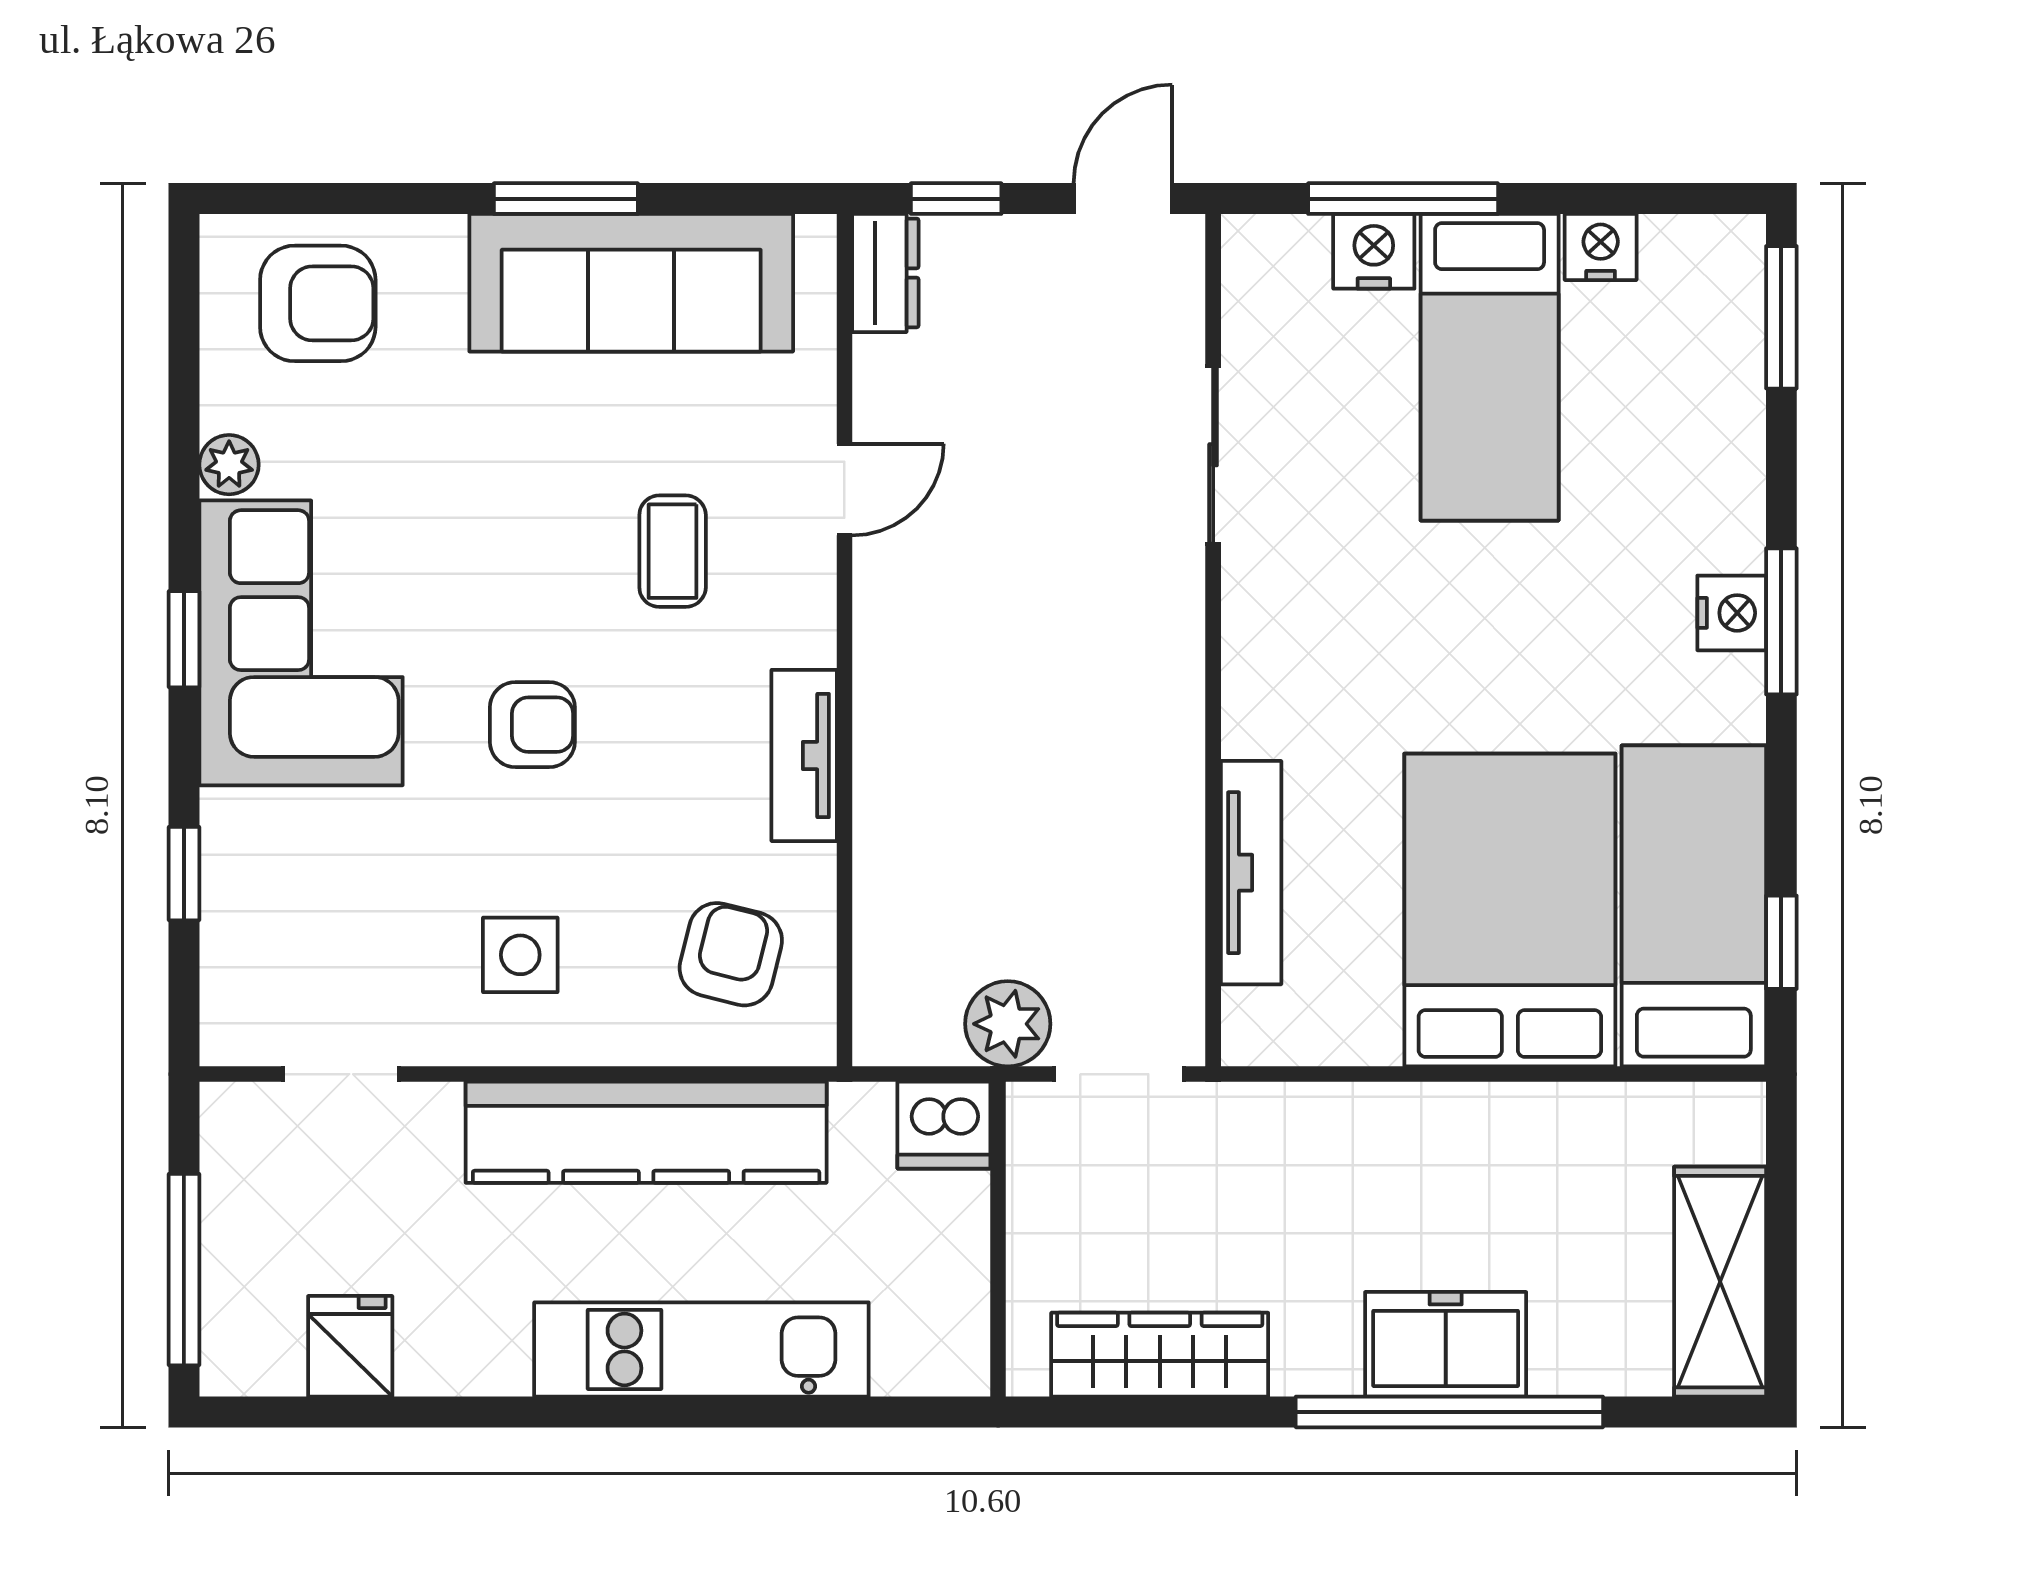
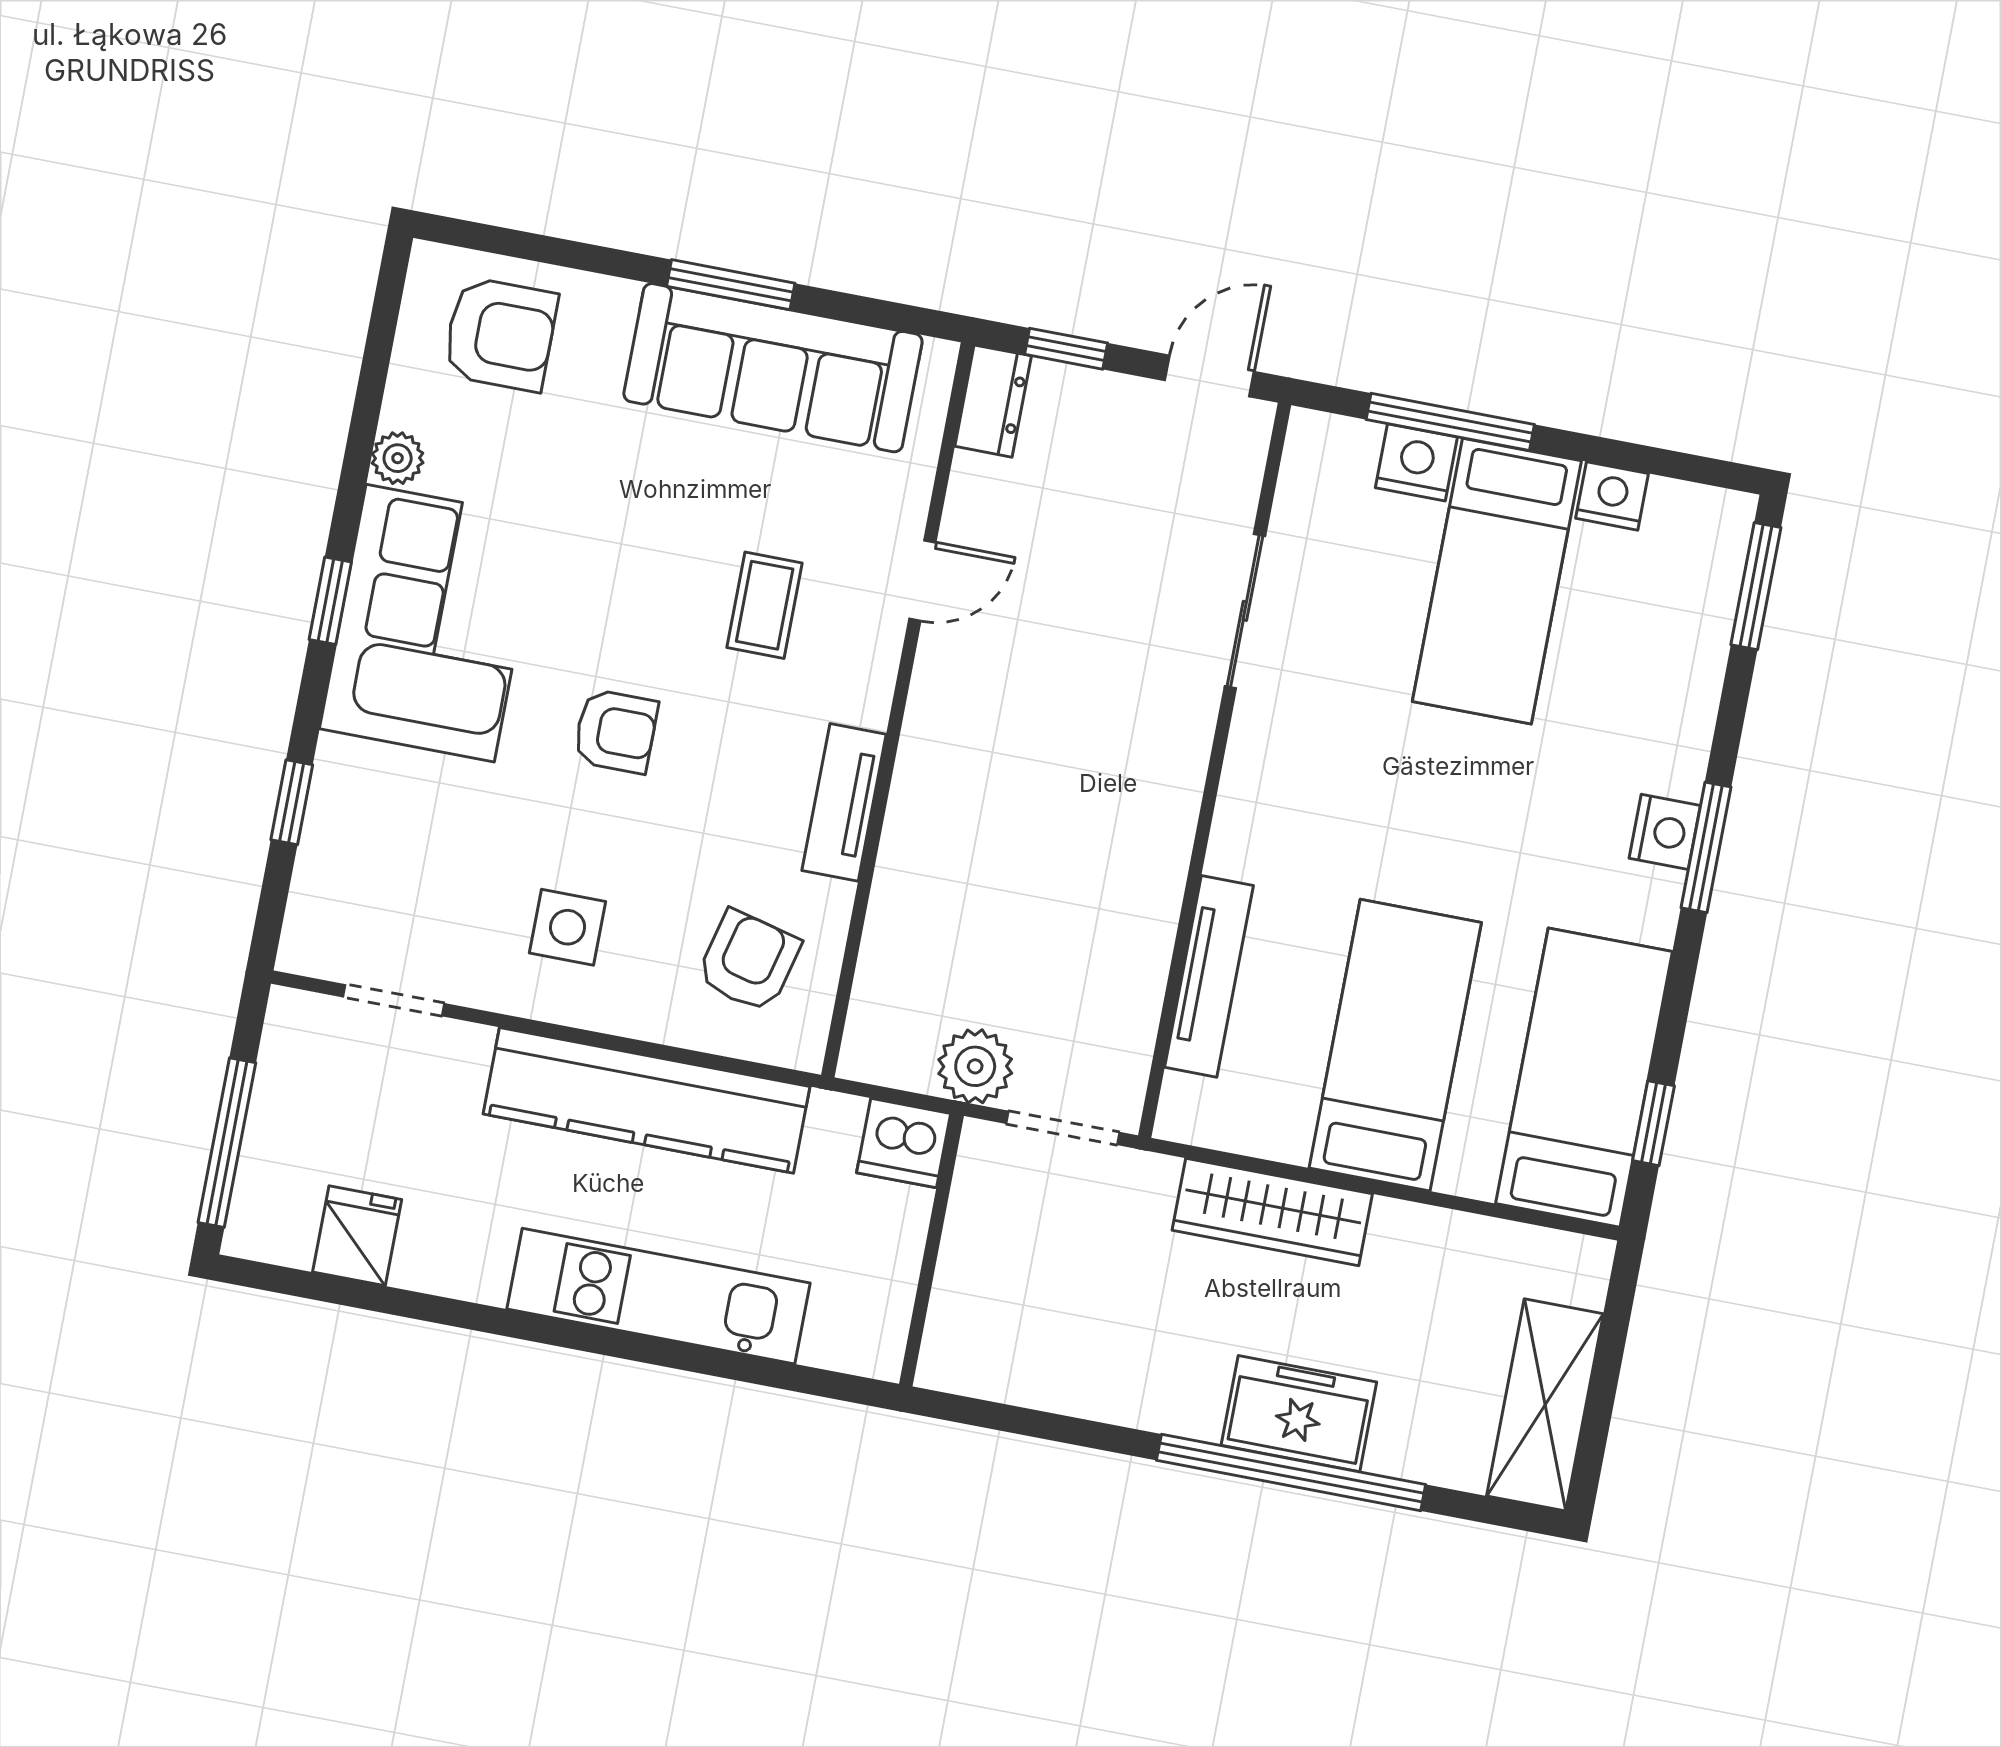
bed: (1510, 910) -> (1395, 1045), width x0.67
wardrobe: (1160, 1355) -> (1272, 1212), moved, turned 180

